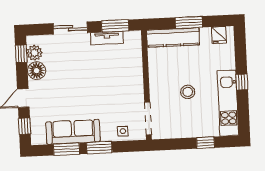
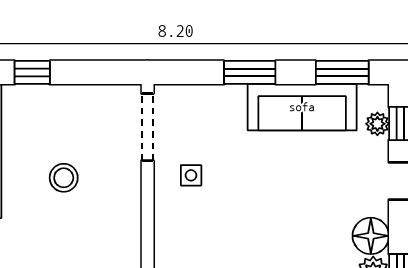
plant: (36, 125) -> (377, 124), added
side table: (123, 131) -> (191, 175), moved
window: (67, 149) -> (342, 72), moved

